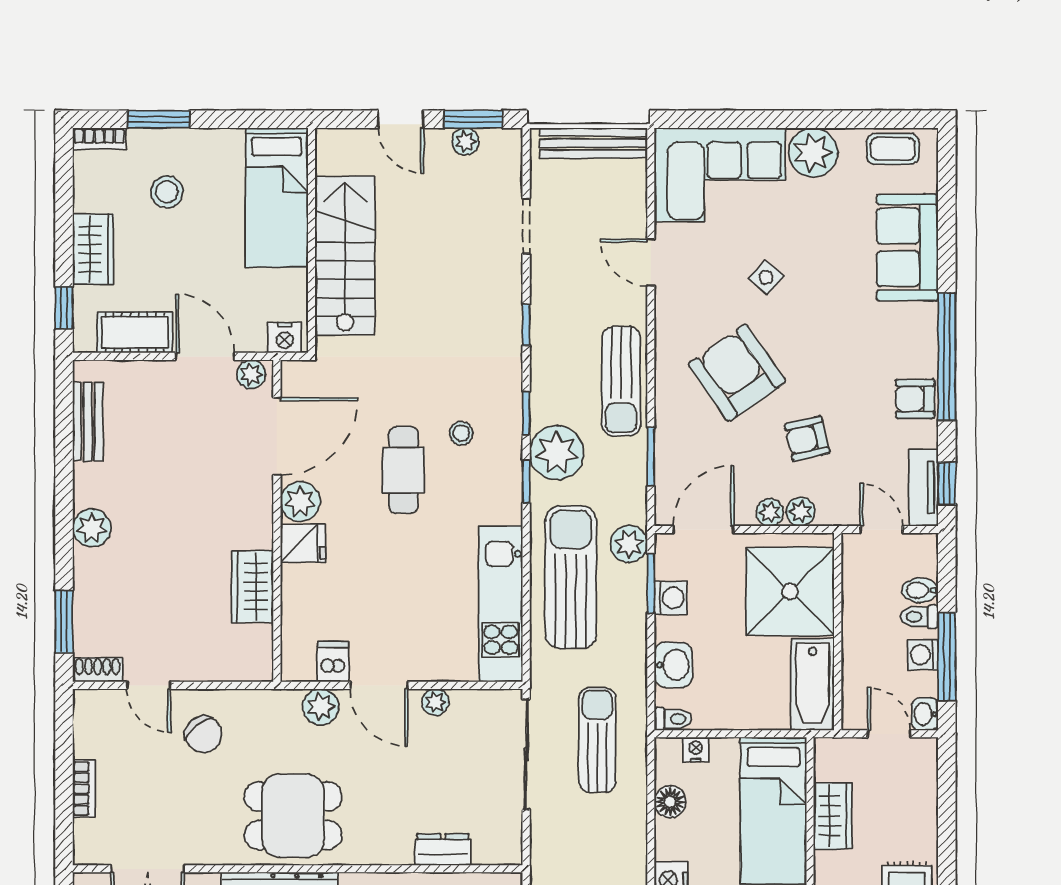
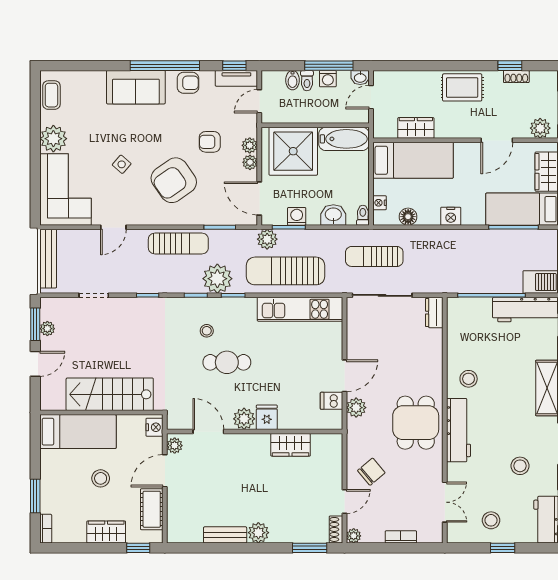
stool: (167, 192) -> (101, 478), moved
sofa: (907, 247) -> (136, 87), moved
armchair: (915, 399) -> (188, 83), turned -90
bench: (88, 422) -> (225, 535), moved
door: (277, 436) -> (208, 432), width x0.73
armchair: (807, 439) -> (210, 142), turned 103
plant: (435, 702) -> (354, 536), moved
dresser: (443, 850) -> (434, 313), moved

